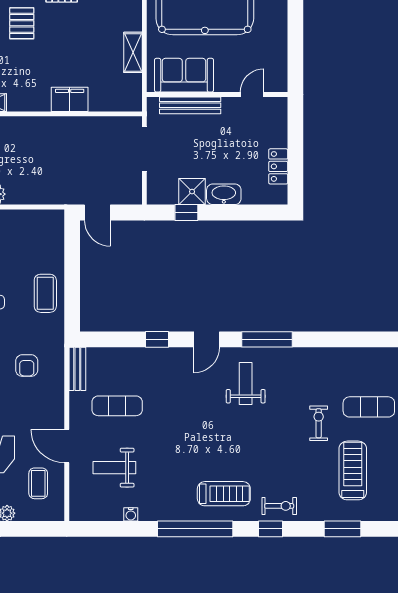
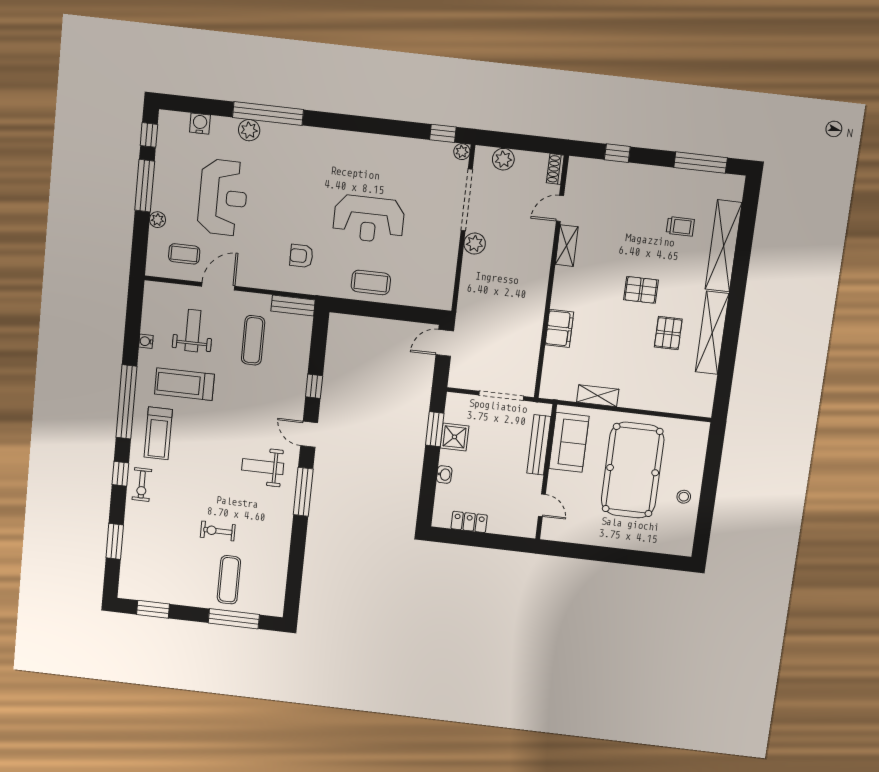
washbasin: (224, 194) -> (444, 475), width x0.52, depth x0.69
window: (186, 212) -> (435, 429), width x1.50
weight bench: (246, 384) -> (263, 467), turned 180
exercise bike: (319, 423) -> (218, 531), turned 180
treadmill: (353, 470) -> (184, 384), moved, turned 180

